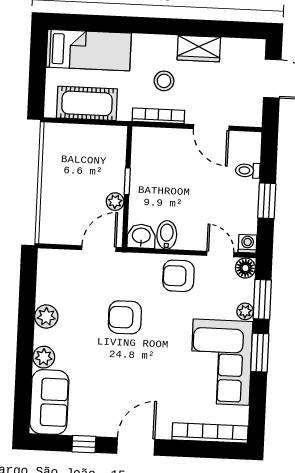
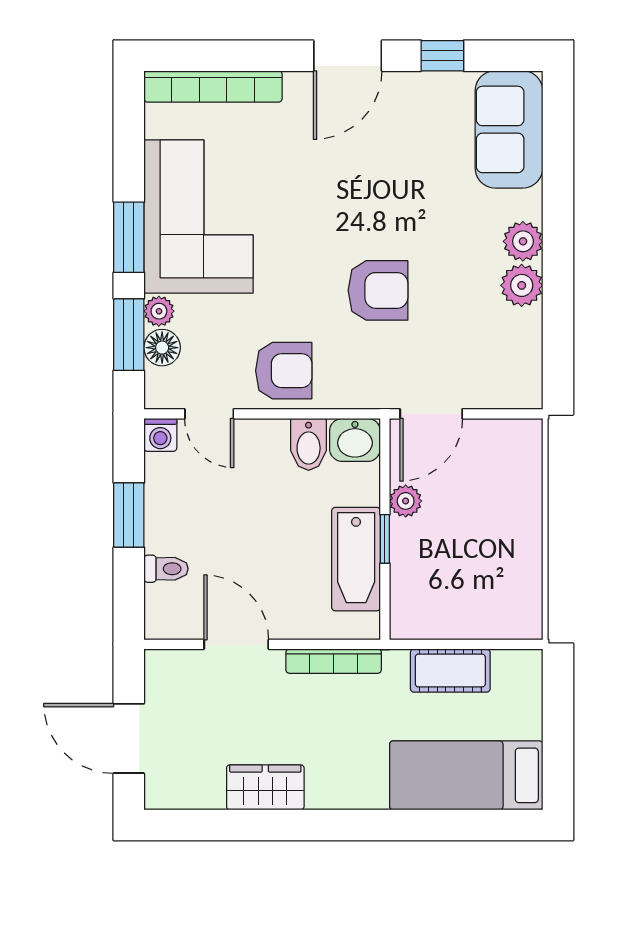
stool: (164, 81) -> (326, 725), removed
cot: (87, 103) -> (450, 671), width x0.73, depth x0.75
bathtub: (144, 171) -> (356, 559), added
floor lamp: (245, 268) -> (162, 348), moved
plant: (44, 357) -> (523, 241), moved

